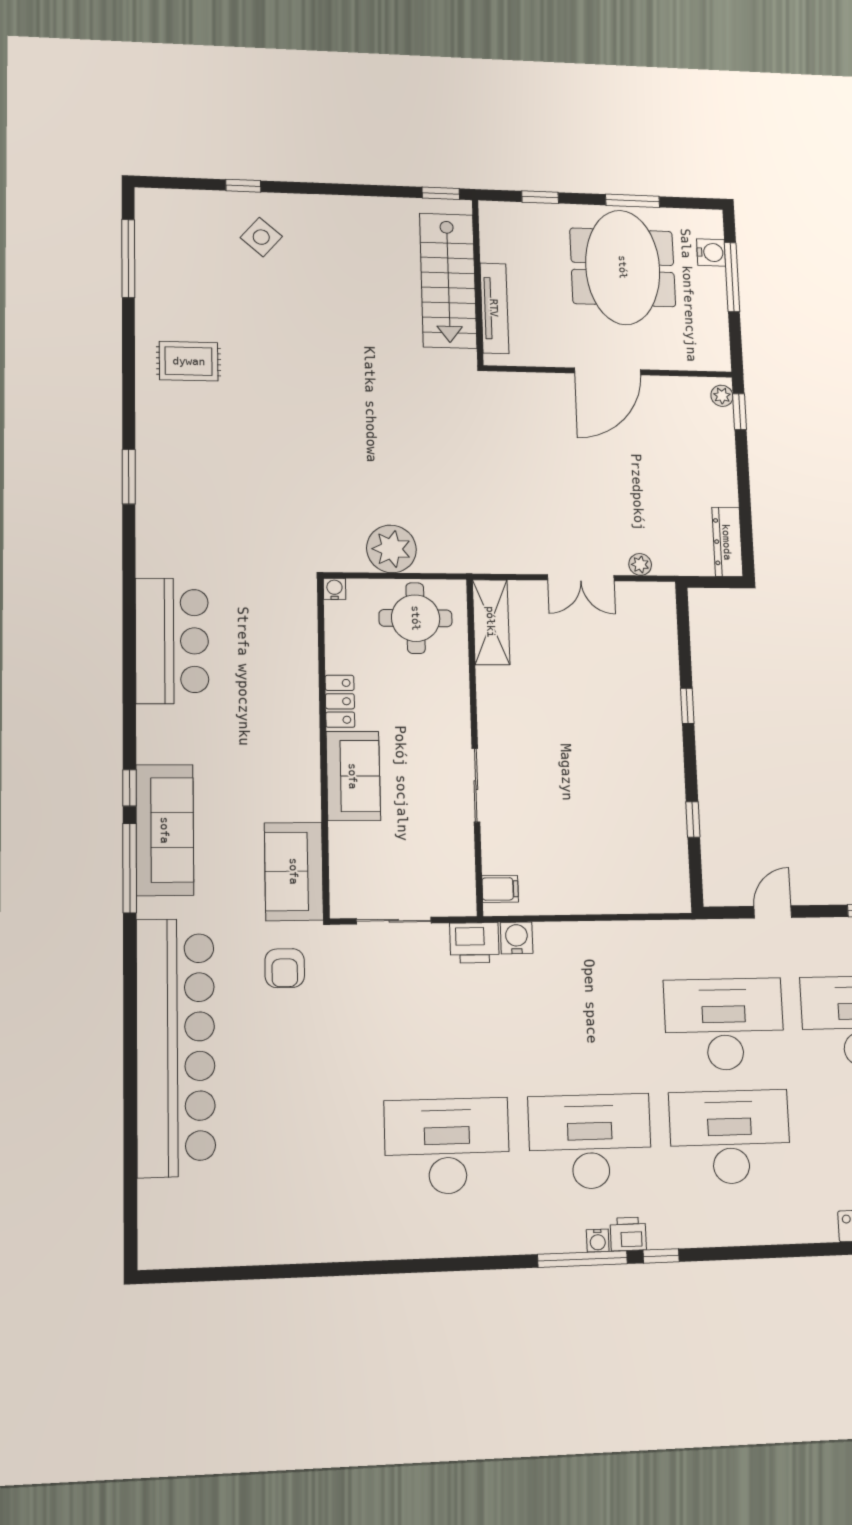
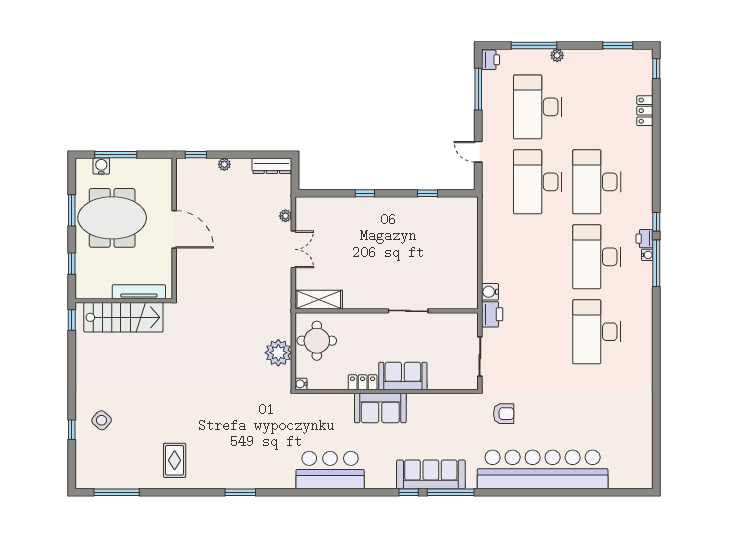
plant: (722, 396) -> (224, 164), moved
sofa: (294, 871) -> (380, 408), moved
filing cabinet: (500, 889) -> (464, 300), removed

